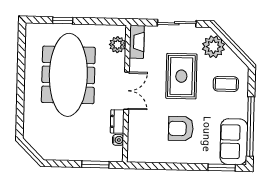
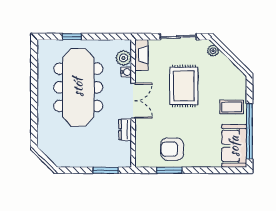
plant: (213, 47) -> (213, 51), width x0.53, depth x0.53
coffee table: (226, 84) -> (232, 107), moved
armchair: (181, 129) -> (172, 149), moved
water cooler: (118, 140) -> (126, 72), moved
window: (222, 168) -> (169, 170), moved

